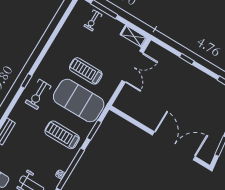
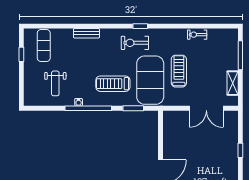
exercise bike: (93, 20) -> (197, 35), moved
shelving: (134, 36) -> (233, 83), moved
treadmill: (62, 135) -> (113, 84), turned -90

